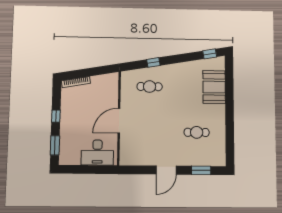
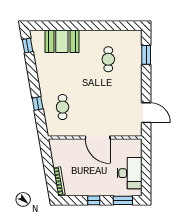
desk: (97, 152) -> (129, 173), moved
door: (166, 170) -> (146, 113), moved

